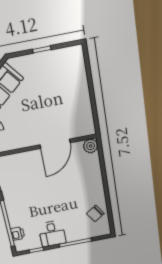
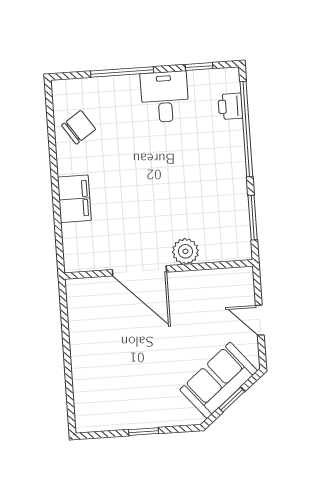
door: (55, 144) -> (139, 271), swing flipped
plant: (91, 146) -> (185, 251), moved
filing cabinet: (94, 178) -> (74, 199), added

